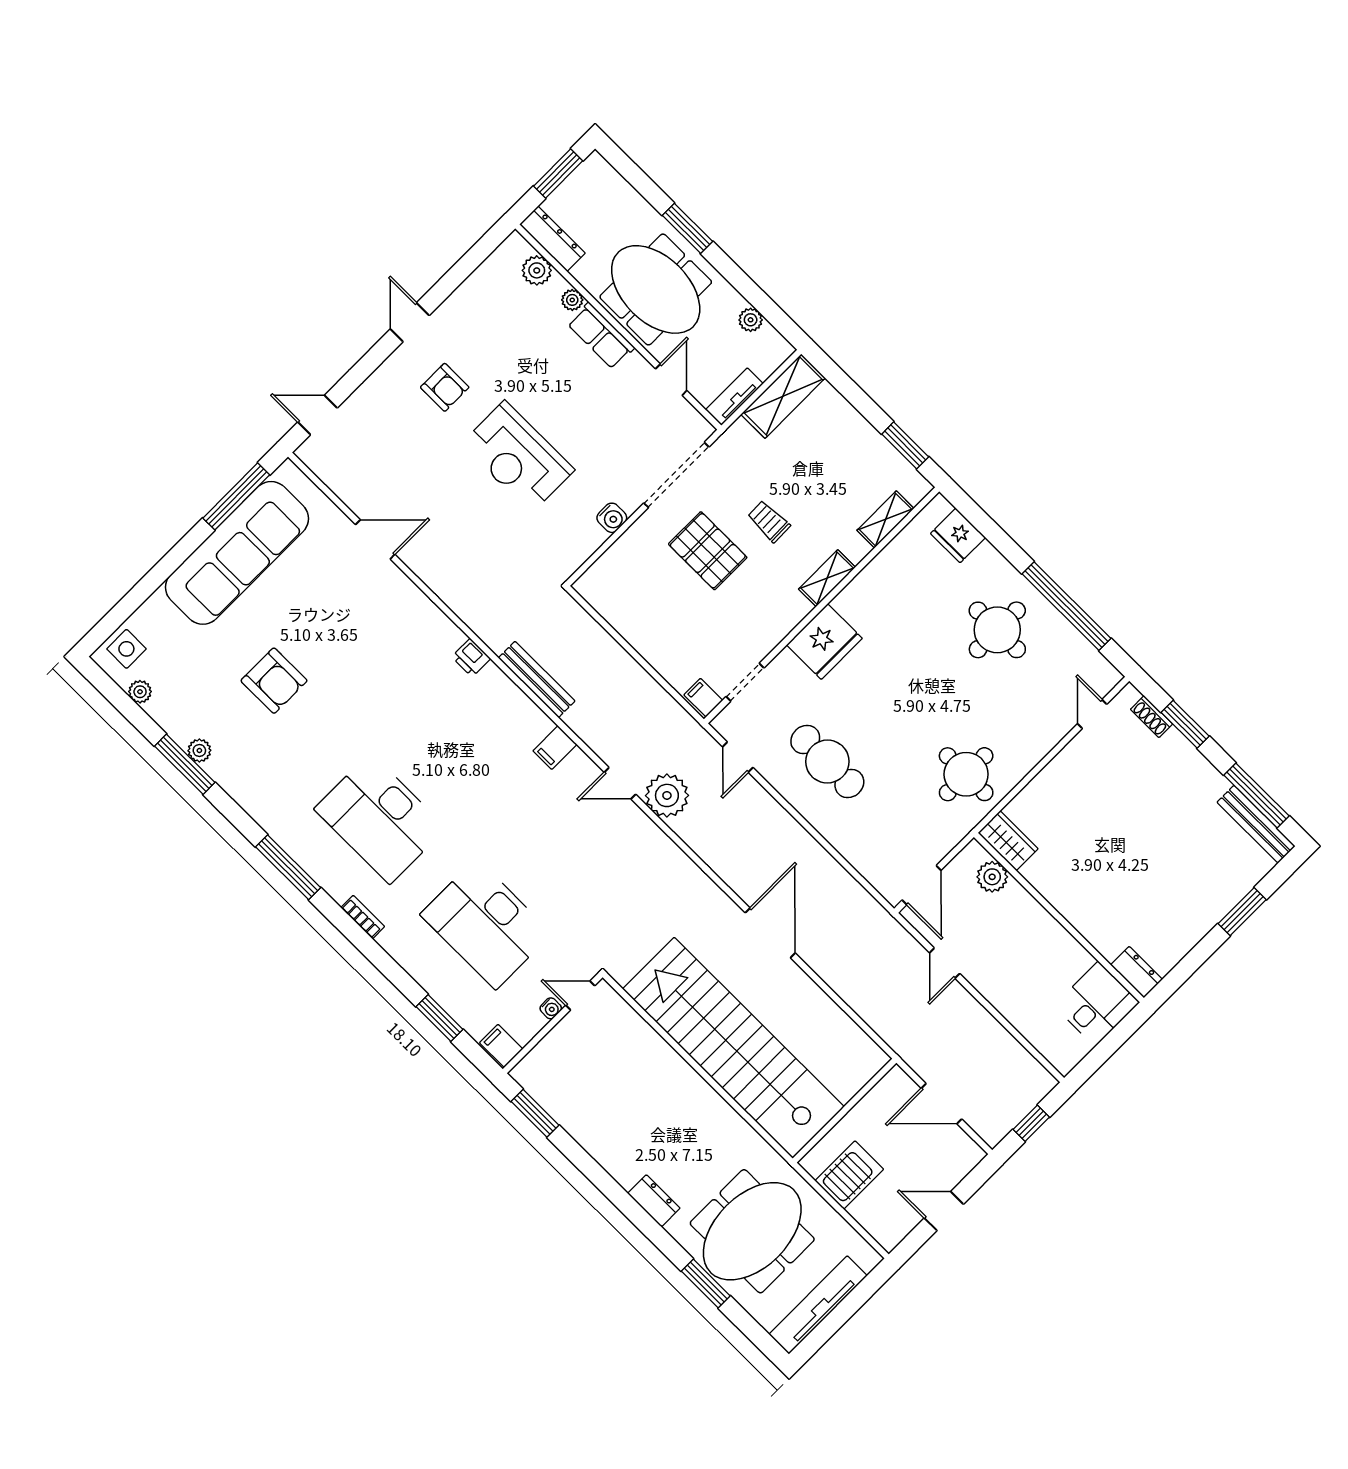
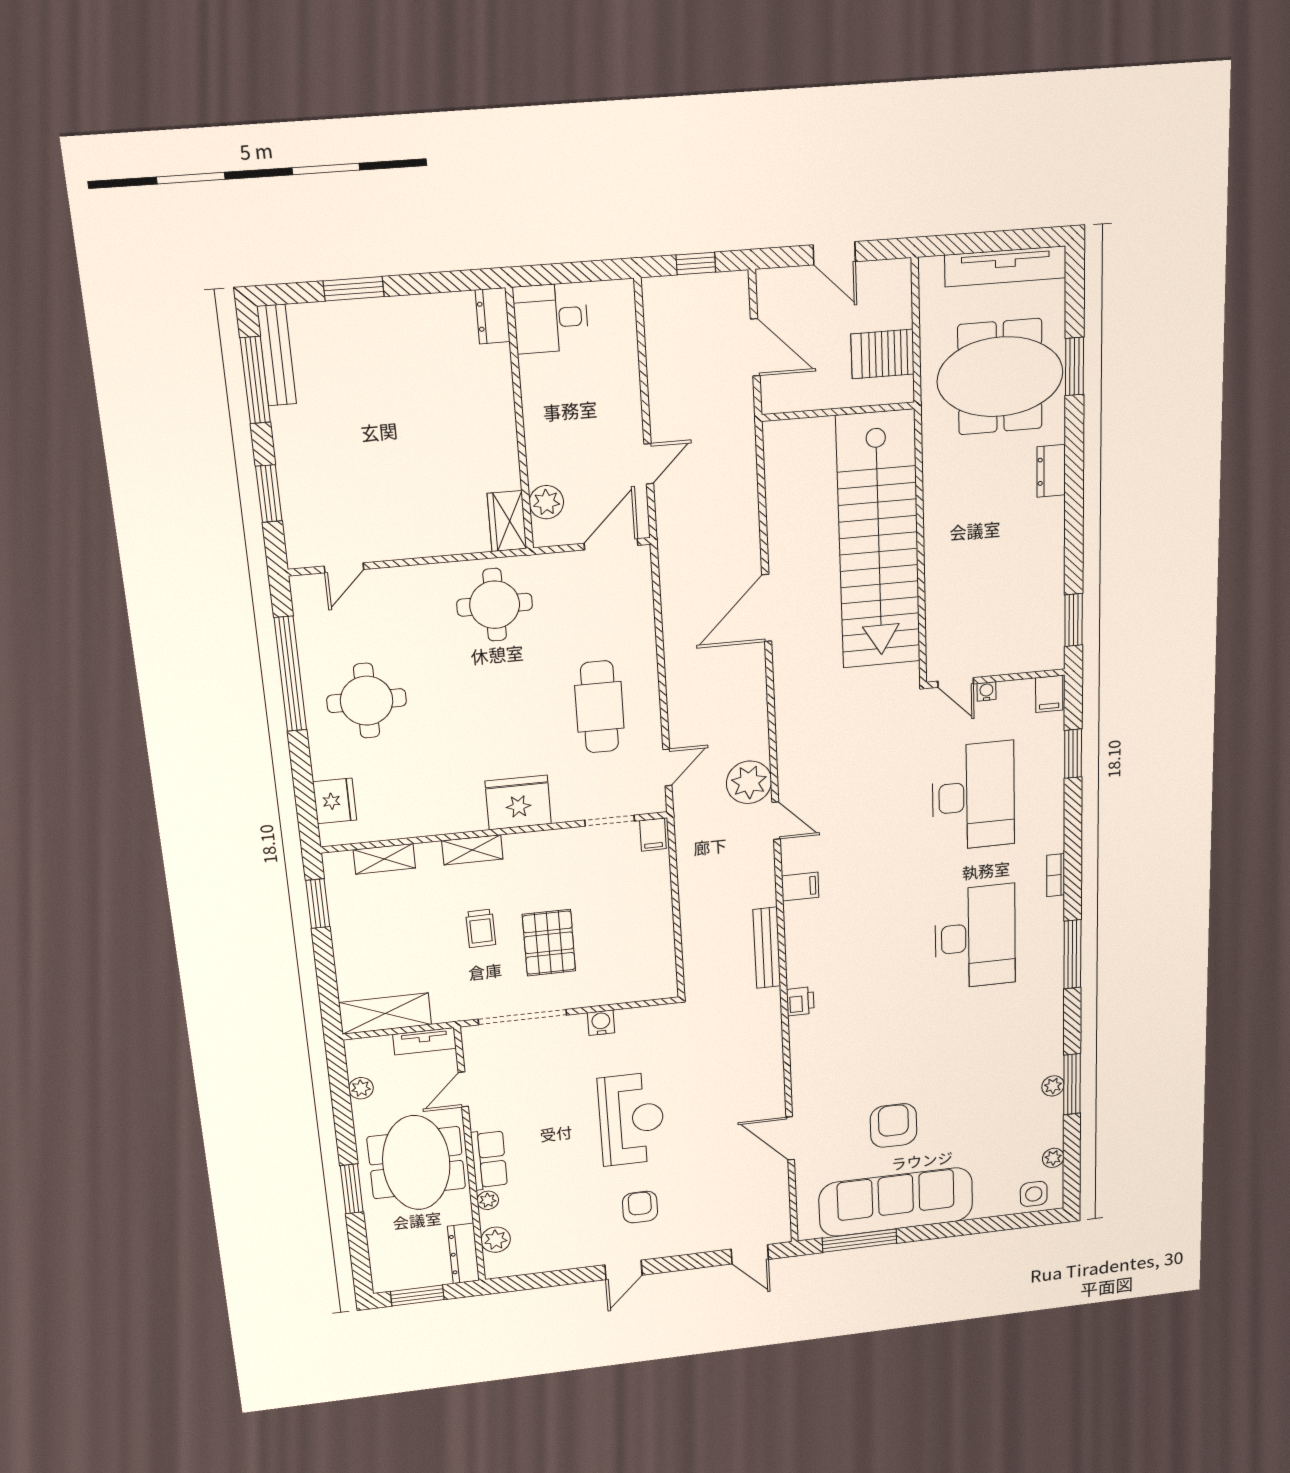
armchair: (274, 681) -> (894, 1125), moved
shoe rack: (1152, 717) -> (293, 524), removed

